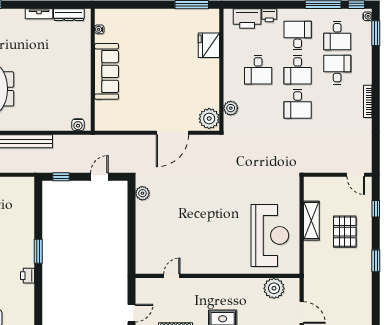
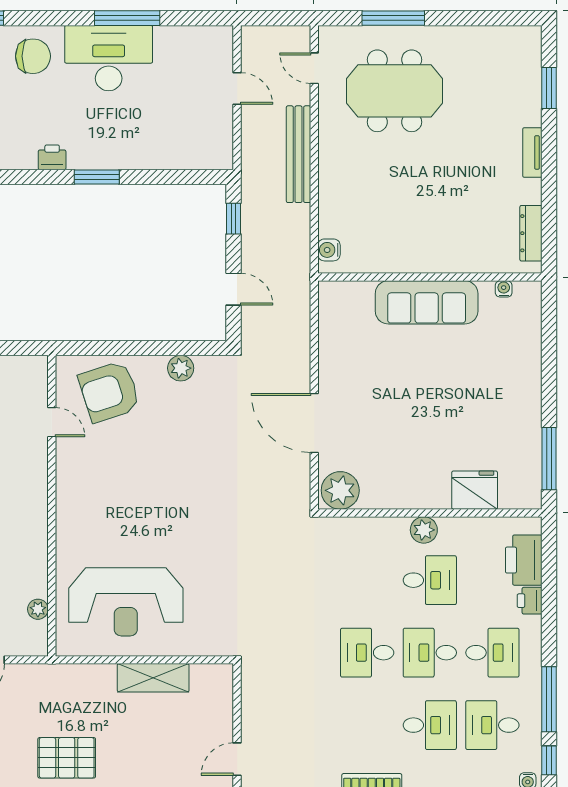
tv unit: (39, 14) -> (532, 152), moved
desk: (258, 70) -> (430, 580), turned 180
plant: (231, 108) -> (424, 530), moved
plant: (142, 193) -> (181, 368), moved
pallet: (345, 232) -> (67, 758), moved
armchair: (155, 244) -> (109, 392), added
plant: (274, 288) -> (38, 609), width x0.53, depth x0.53

